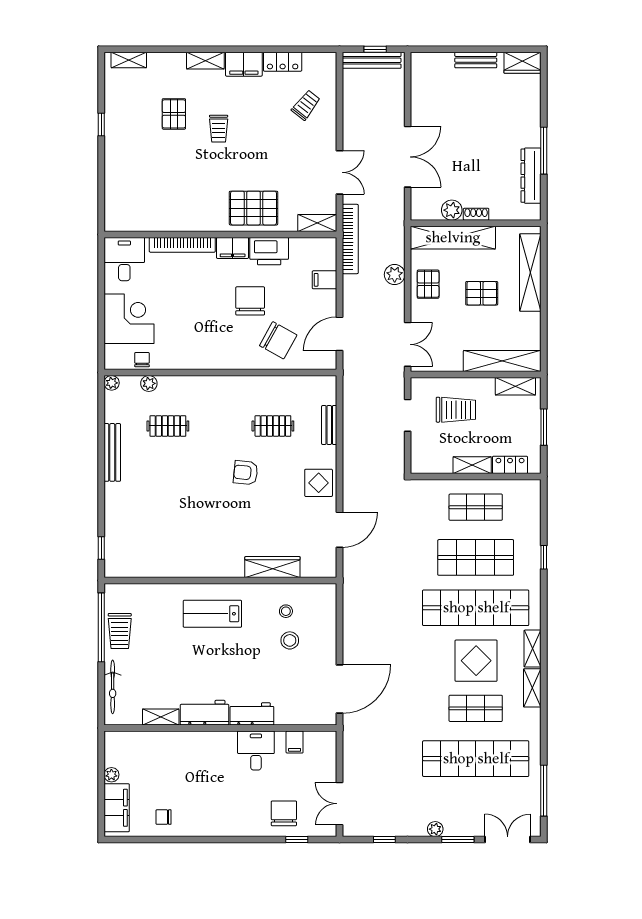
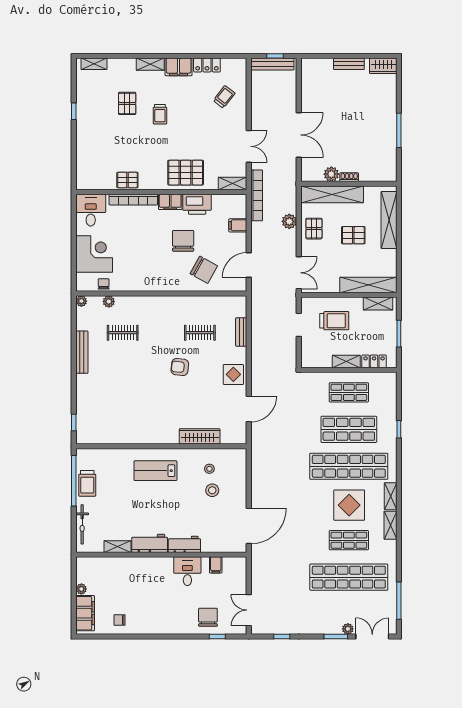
dresser: (531, 176) -> (389, 149), removed
pallet: (174, 218) -> (127, 180), added
plant: (435, 829) -> (348, 629), moved

